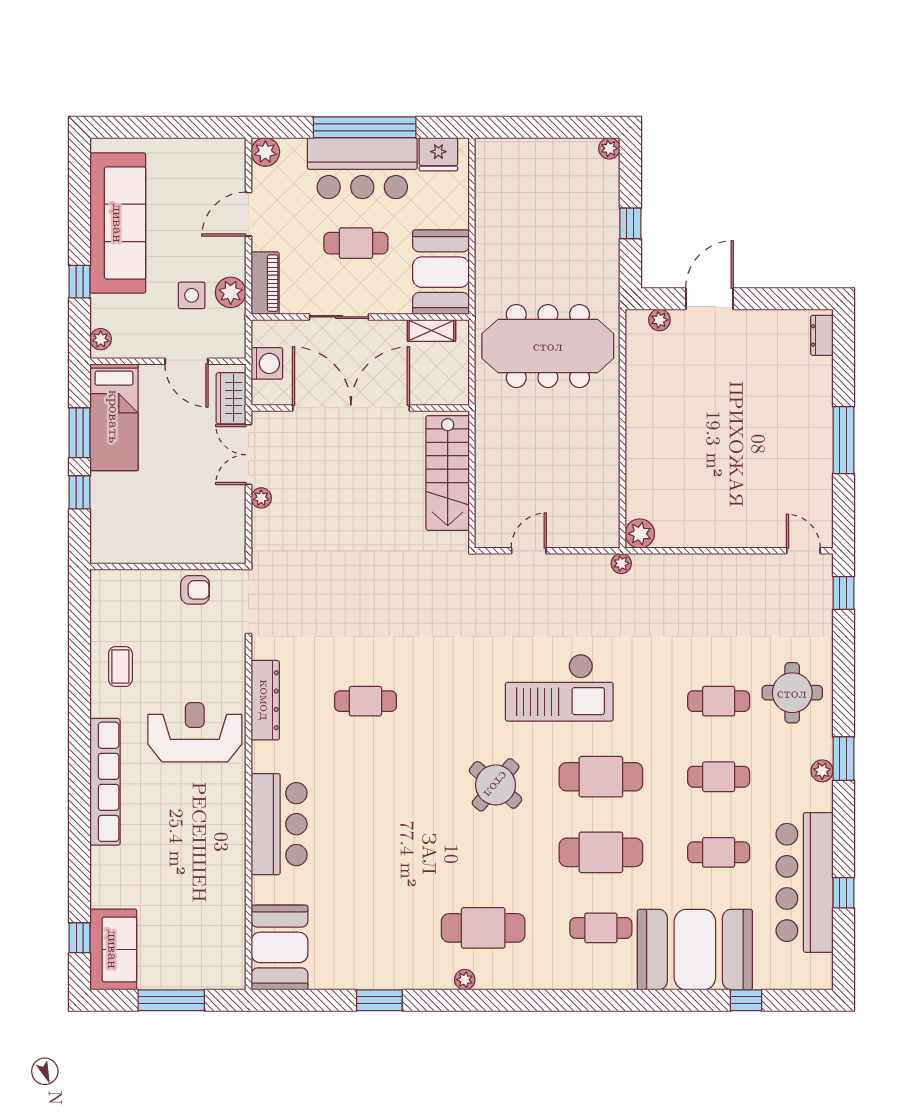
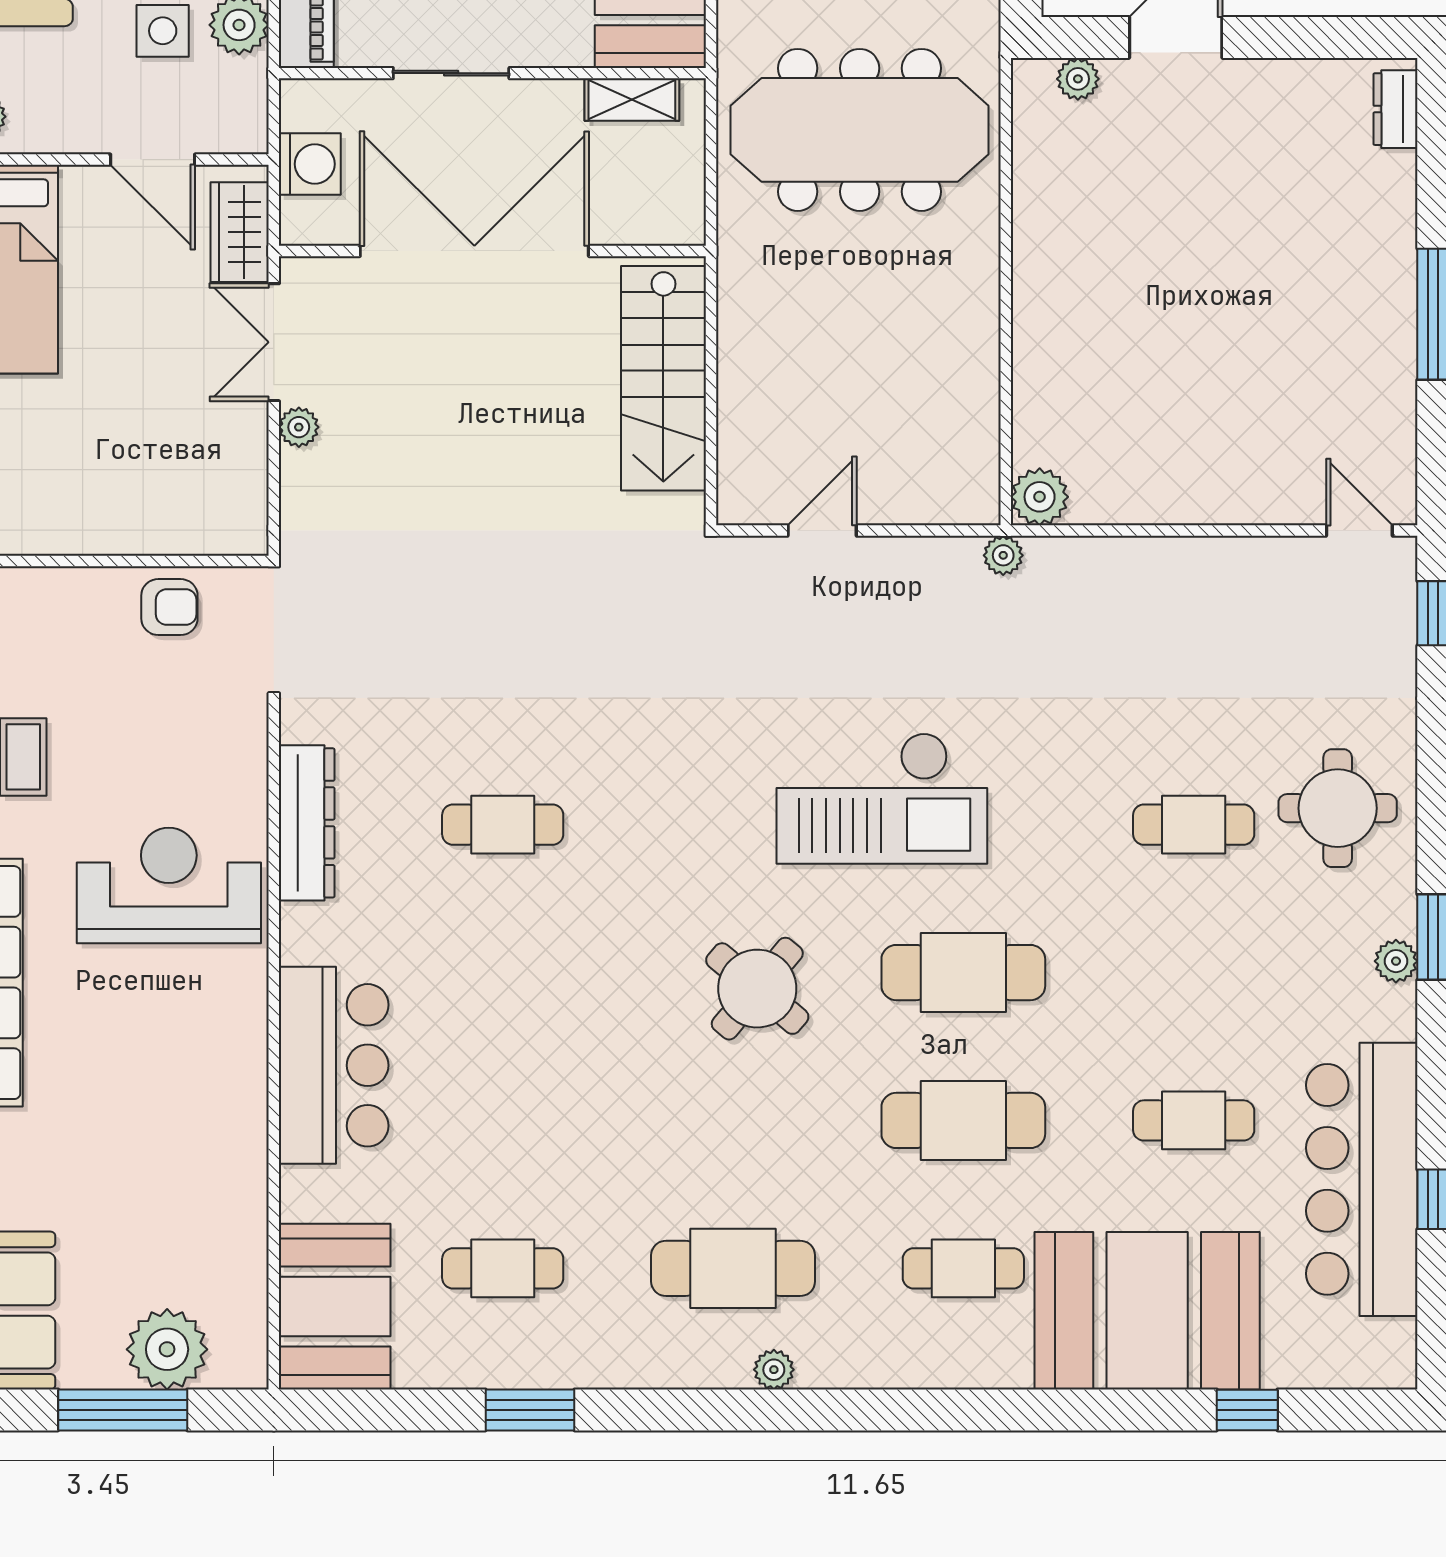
cafe table: (719, 777) -> (503, 1268), moved
plant: (194, 969) -> (167, 1349), added
plant: (465, 980) -> (774, 1370), moved

